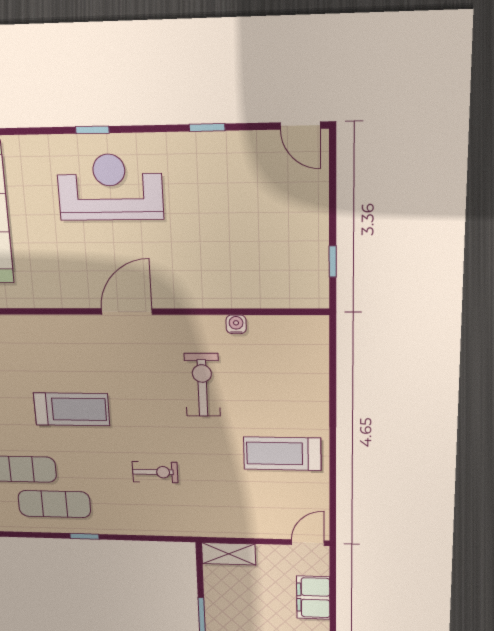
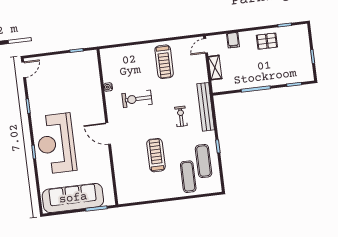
reception desk: (110, 187) -> (56, 144), width x1.36, depth x1.30
bench: (172, 524) -> (206, 107), added
door: (308, 543) -> (206, 46), hinge flipped
shelving: (229, 554) -> (215, 68), moved
filing cabinet: (313, 598) -> (233, 40), width x0.50

